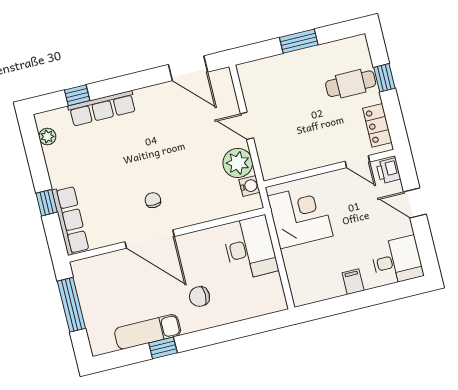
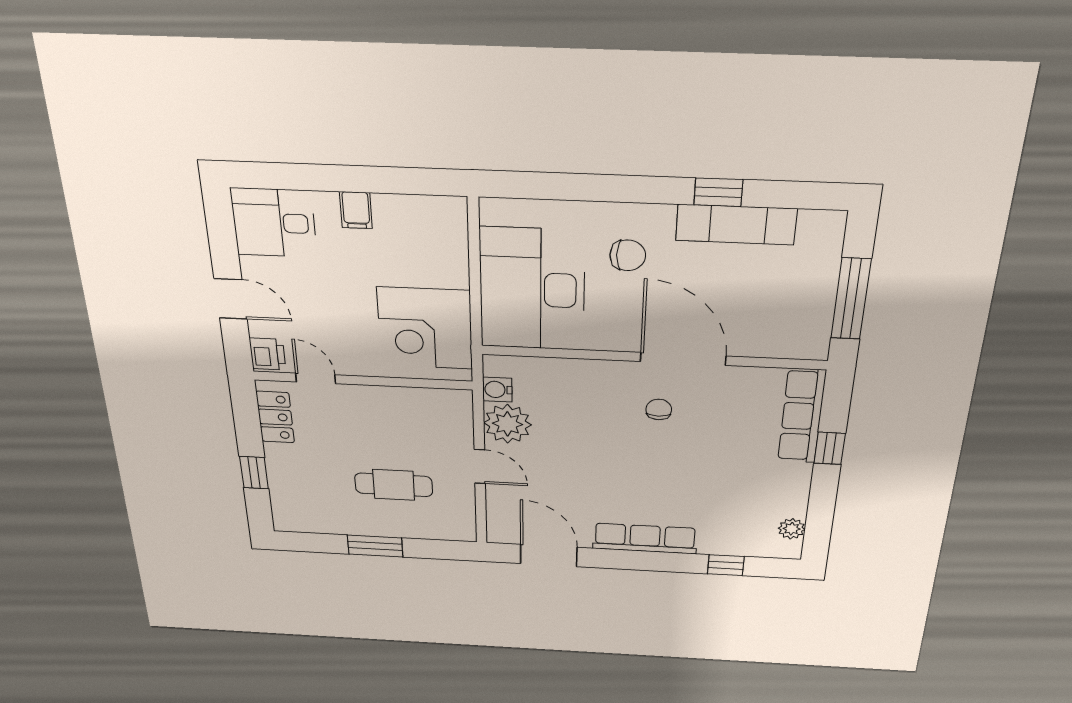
cafe table: (351, 84) -> (394, 485), moved
row of seats: (102, 108) -> (645, 538), moved
chair: (153, 200) -> (659, 409), turned 180
desk: (250, 248) -> (532, 289), width x1.36, depth x1.30

